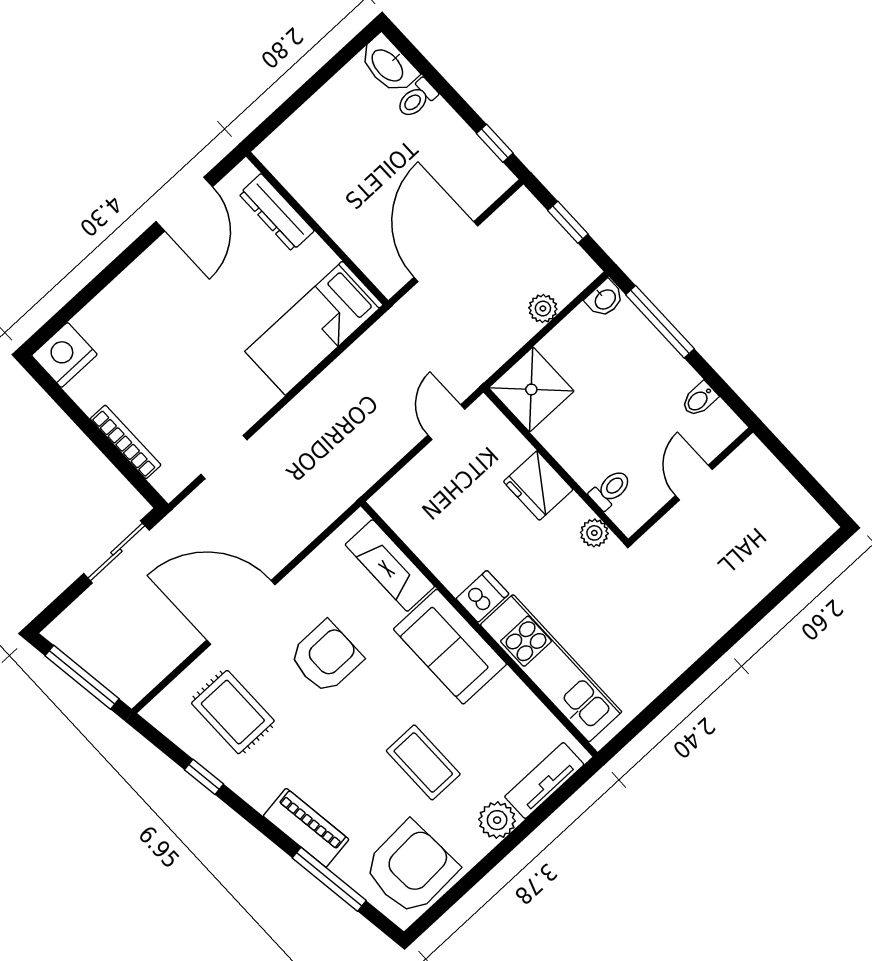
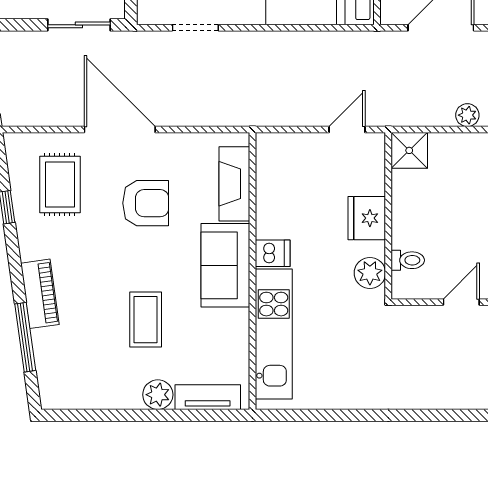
shower: (531, 389) -> (409, 150), width x0.73, depth x0.73
plant: (594, 533) -> (370, 273), width x1.38, depth x1.38
armchair: (411, 868) -> (80, 376), removed

